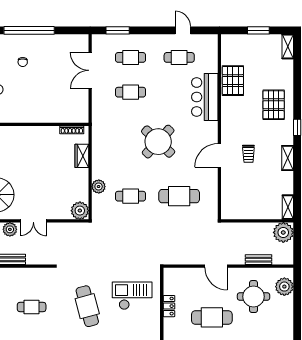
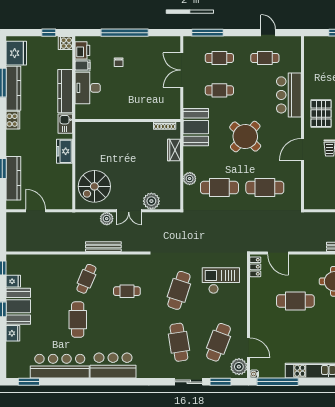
window: (118, 30) -> (207, 33), width x1.44
pallet: (233, 81) -> (321, 114), moved
booth: (105, 131) -> (196, 127), added
cafe table: (131, 196) -> (219, 188), width x1.37, depth x1.35
plant: (80, 211) -> (151, 201), moved
door: (216, 266) -> (278, 253), moved
cafe table: (87, 306) -> (179, 290), turned 33
locker: (169, 306) -> (255, 267), moved

